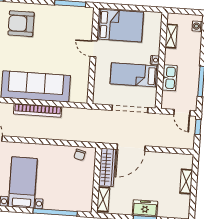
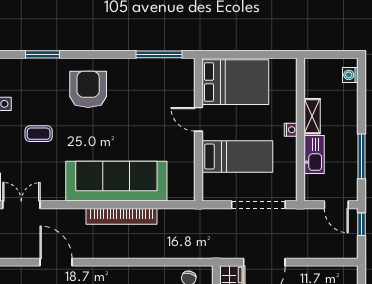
armchair: (21, 24) -> (88, 89), turned 90
shelving: (171, 36) -> (312, 116), moved
bed: (134, 75) -> (237, 157), moved, turned 180

